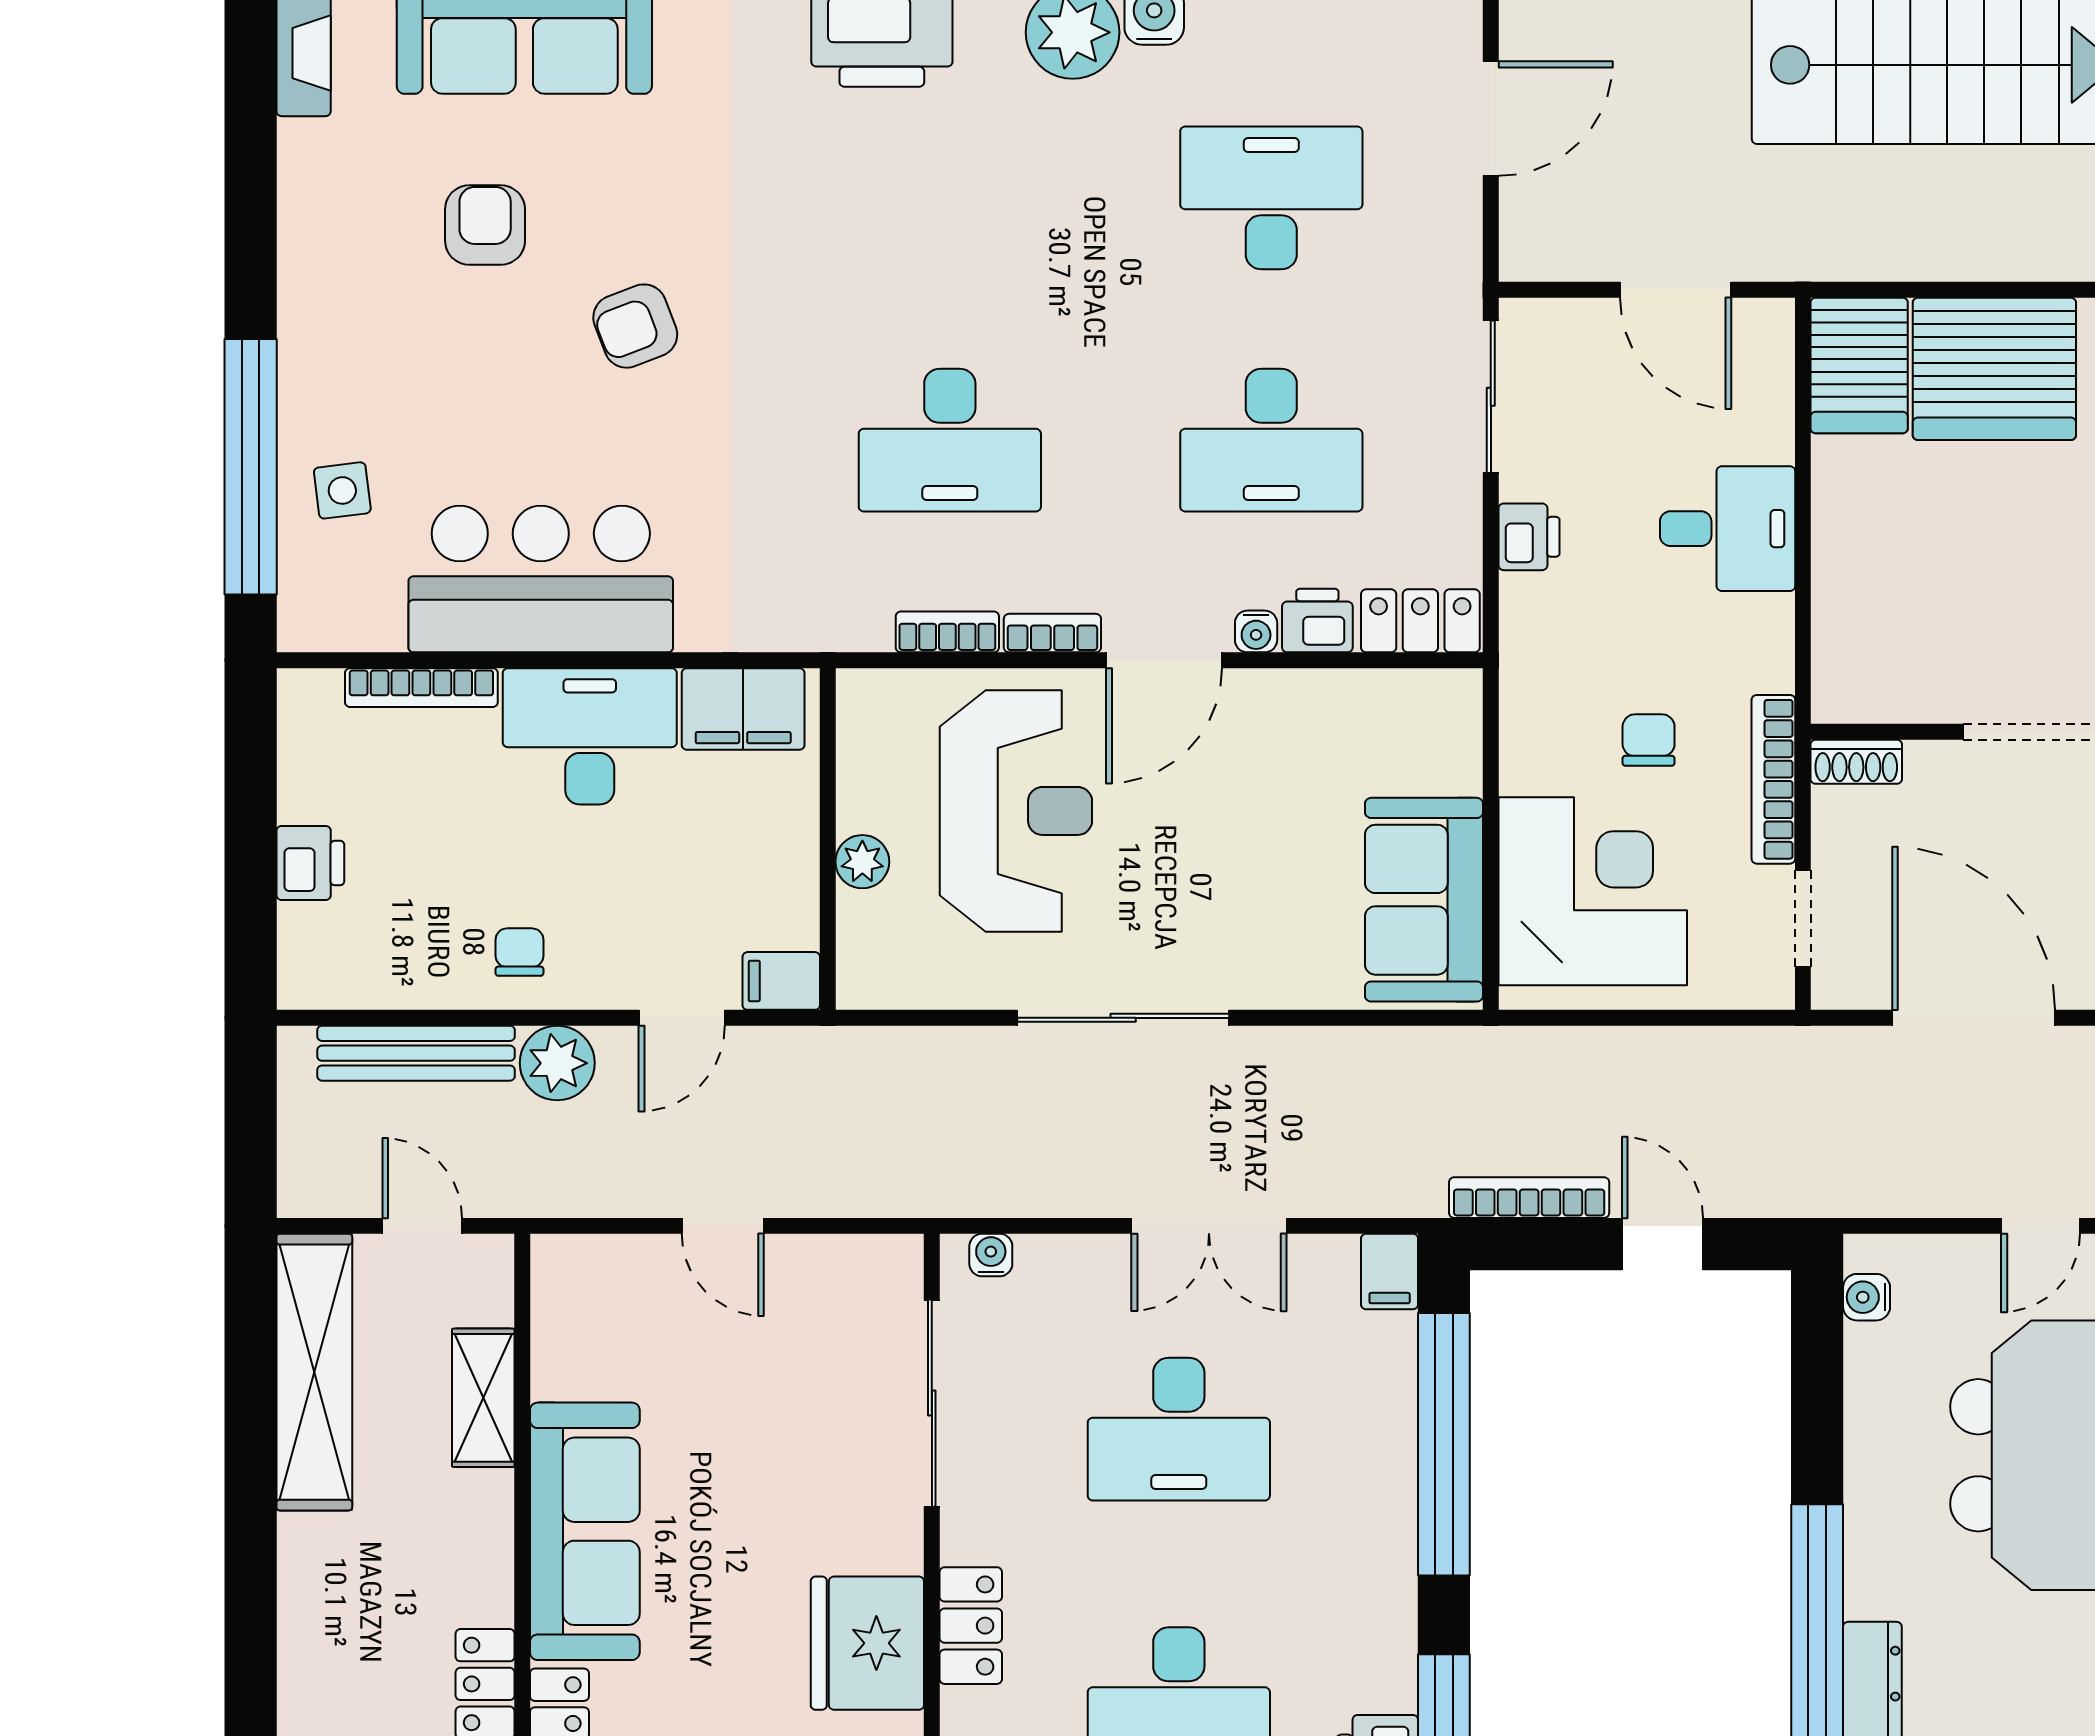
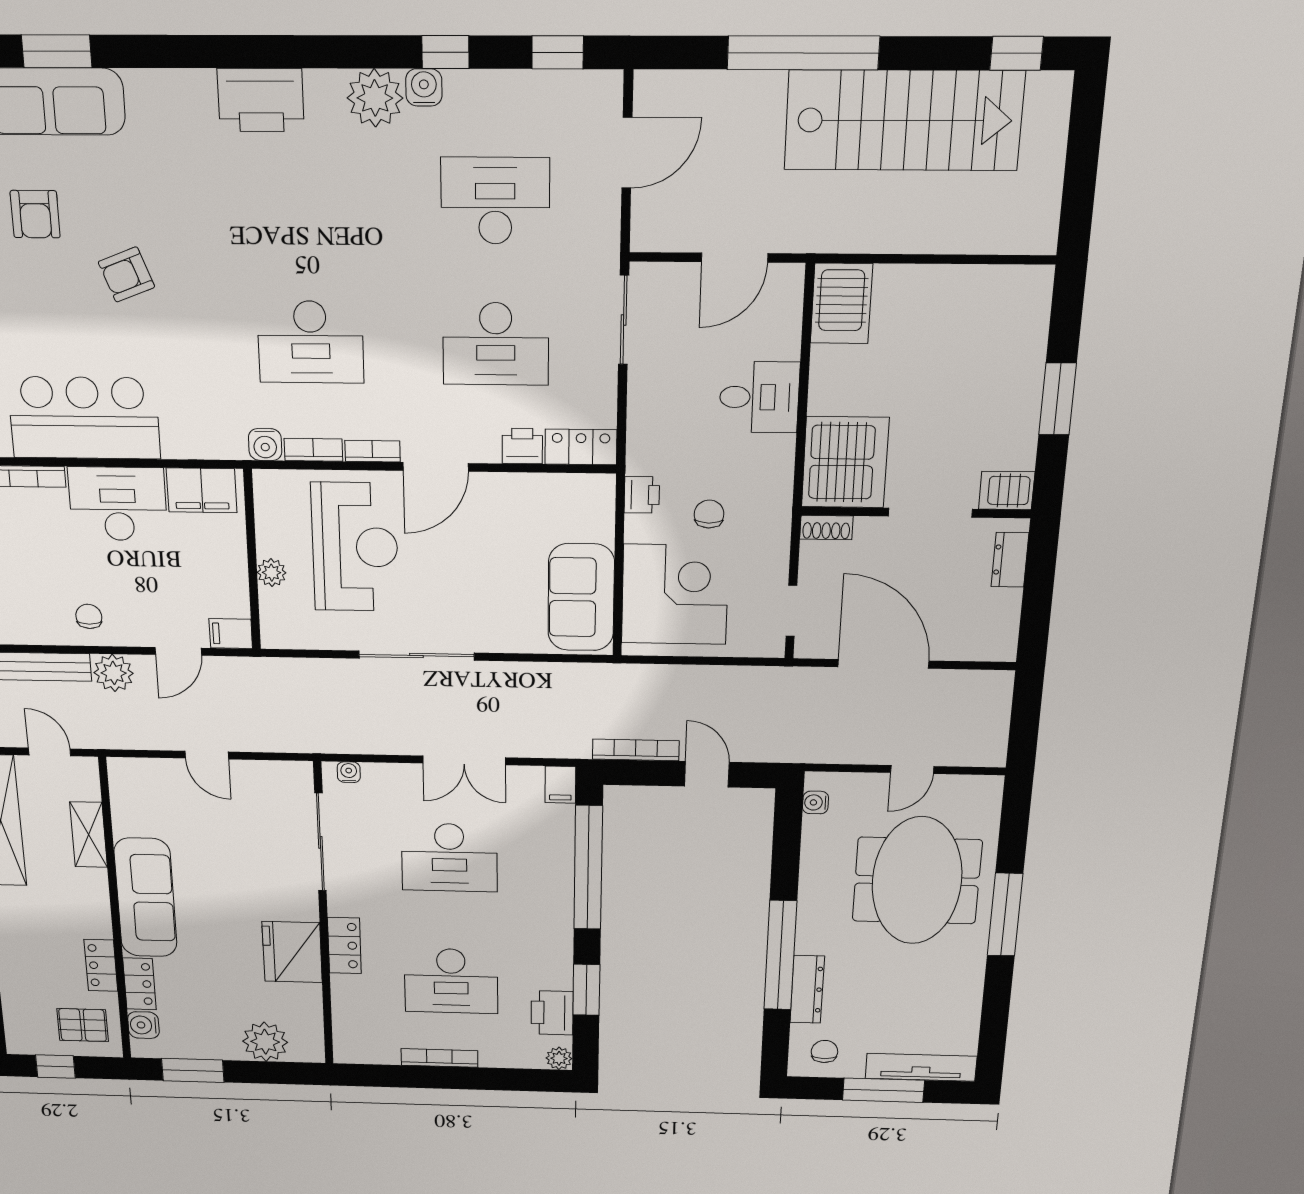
armchair: (485, 225) -> (35, 214), turned 180
door: (1676, 290) -> (735, 258), hinge flipped
server rack: (1994, 369) -> (845, 462), moved, turned -90
printer: (1529, 537) -> (642, 495), moved
water cooler: (1256, 631) -> (265, 445), moved, width x1.38, depth x1.38
bookcase: (1773, 779) -> (779, 536), removed

